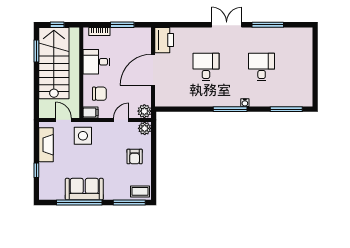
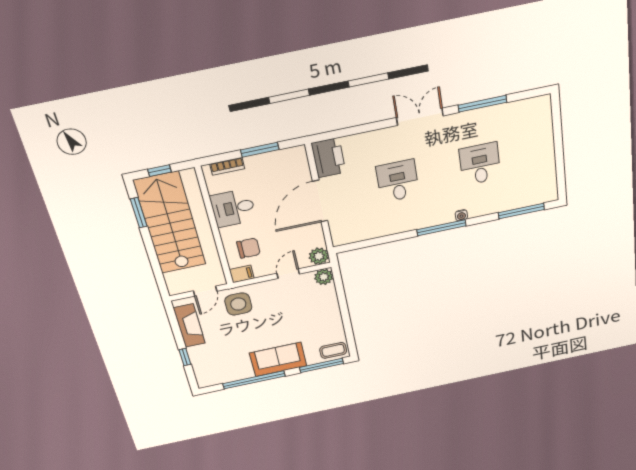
door: (63, 120) -> (205, 291), swing flipped
armchair: (135, 156) -> (317, 313), removed
sofa: (84, 189) -> (278, 359), moved

